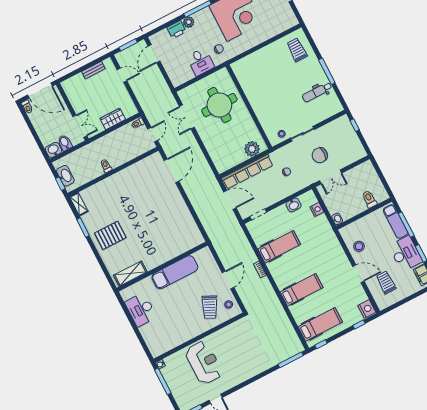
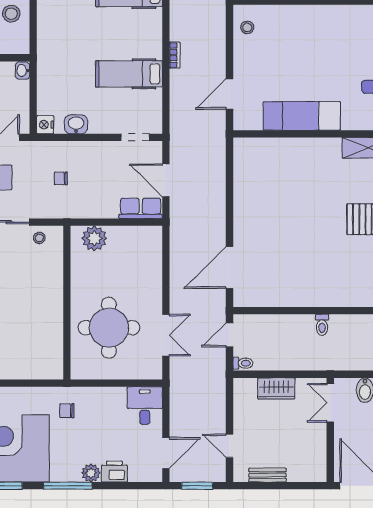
desk: (201, 62) -> (145, 406), moved
row of seats: (247, 172) -> (141, 208), width x0.50
nightstand: (317, 209) -> (45, 125), moved
door: (228, 280) -> (229, 94), moved
trolley: (210, 307) -> (277, 38), removed

